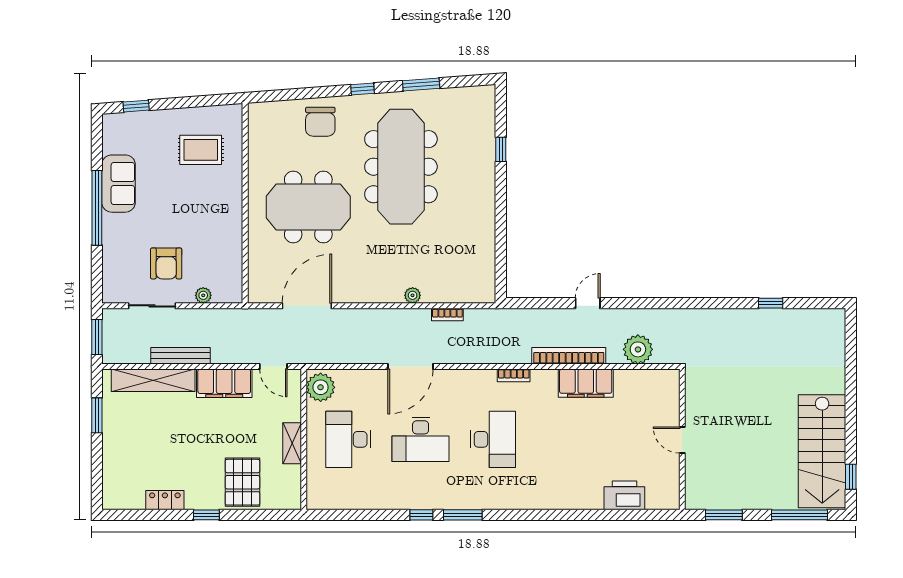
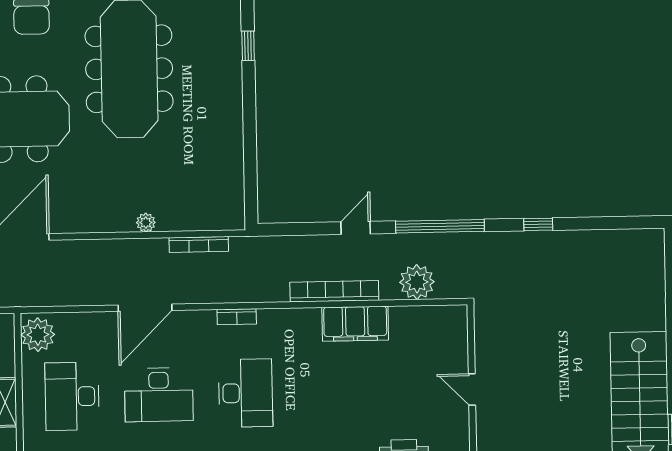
window: (658, 303) -> (440, 226), added
window: (771, 303) -> (538, 224), moved
bookcase: (447, 315) -> (199, 245), width x1.56
bookcase: (514, 375) -> (237, 317), moved

